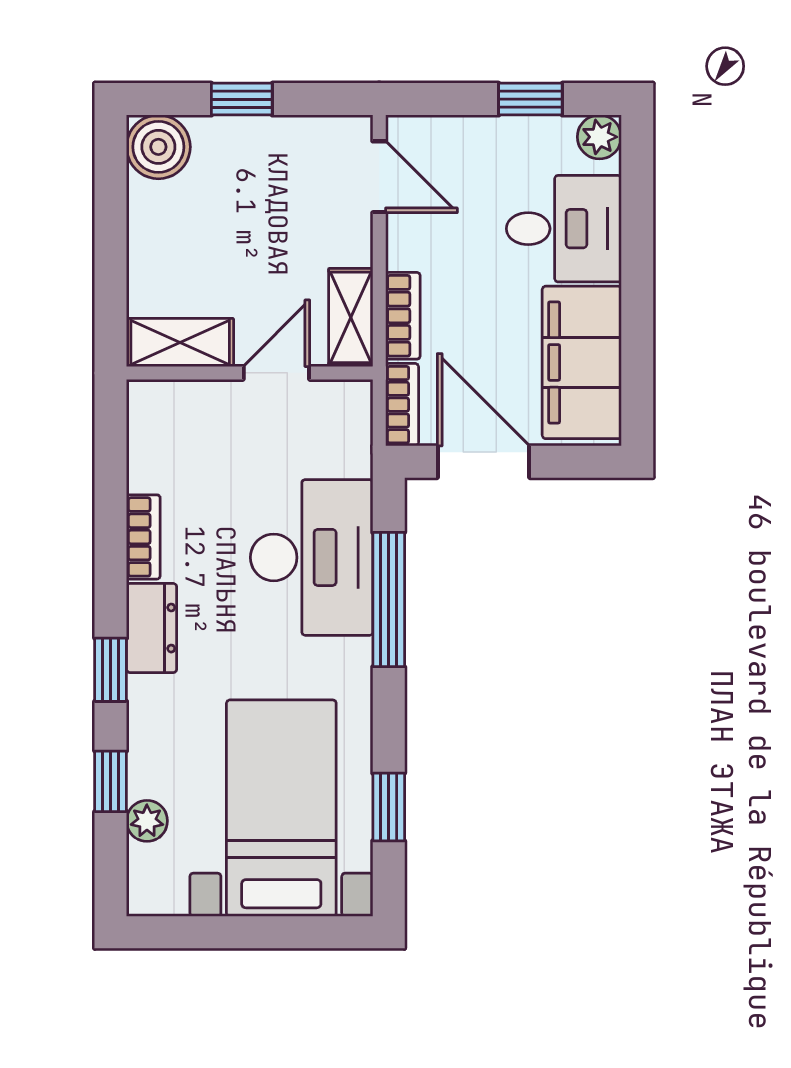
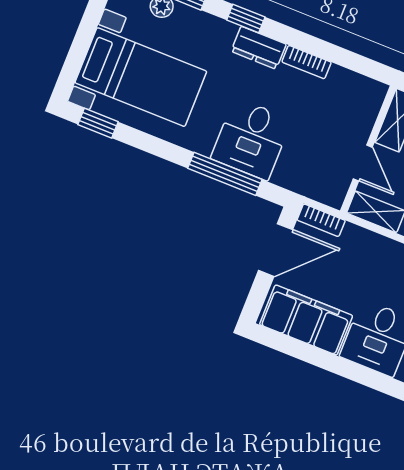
bookcase: (403, 316) -> (366, 239), removed
desk: (312, 557) -> (251, 139), width x0.73
window: (389, 807) -> (98, 123), moved

